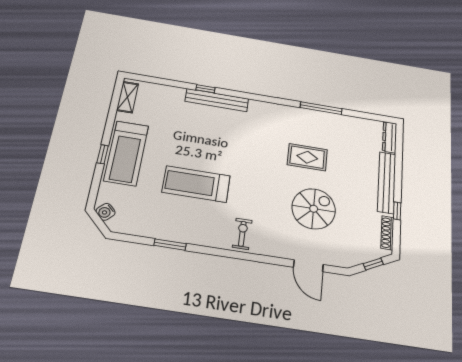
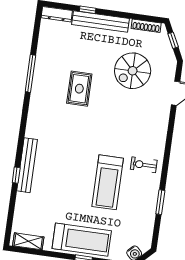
spiral stairs: (314, 209) -> (133, 71), moved, turned -90
window: (397, 211) -> (88, 10), moved
exercise bike: (242, 234) -> (144, 165), moved

